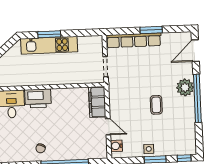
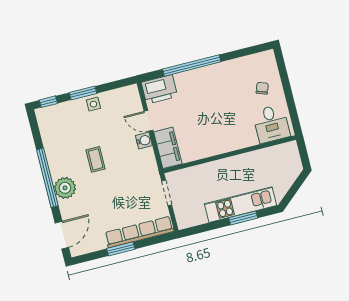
printer: (38, 98) -> (159, 89), moved, turned 180
water cooler: (116, 146) -> (144, 140), moved
chair: (41, 148) -> (262, 88), moved

